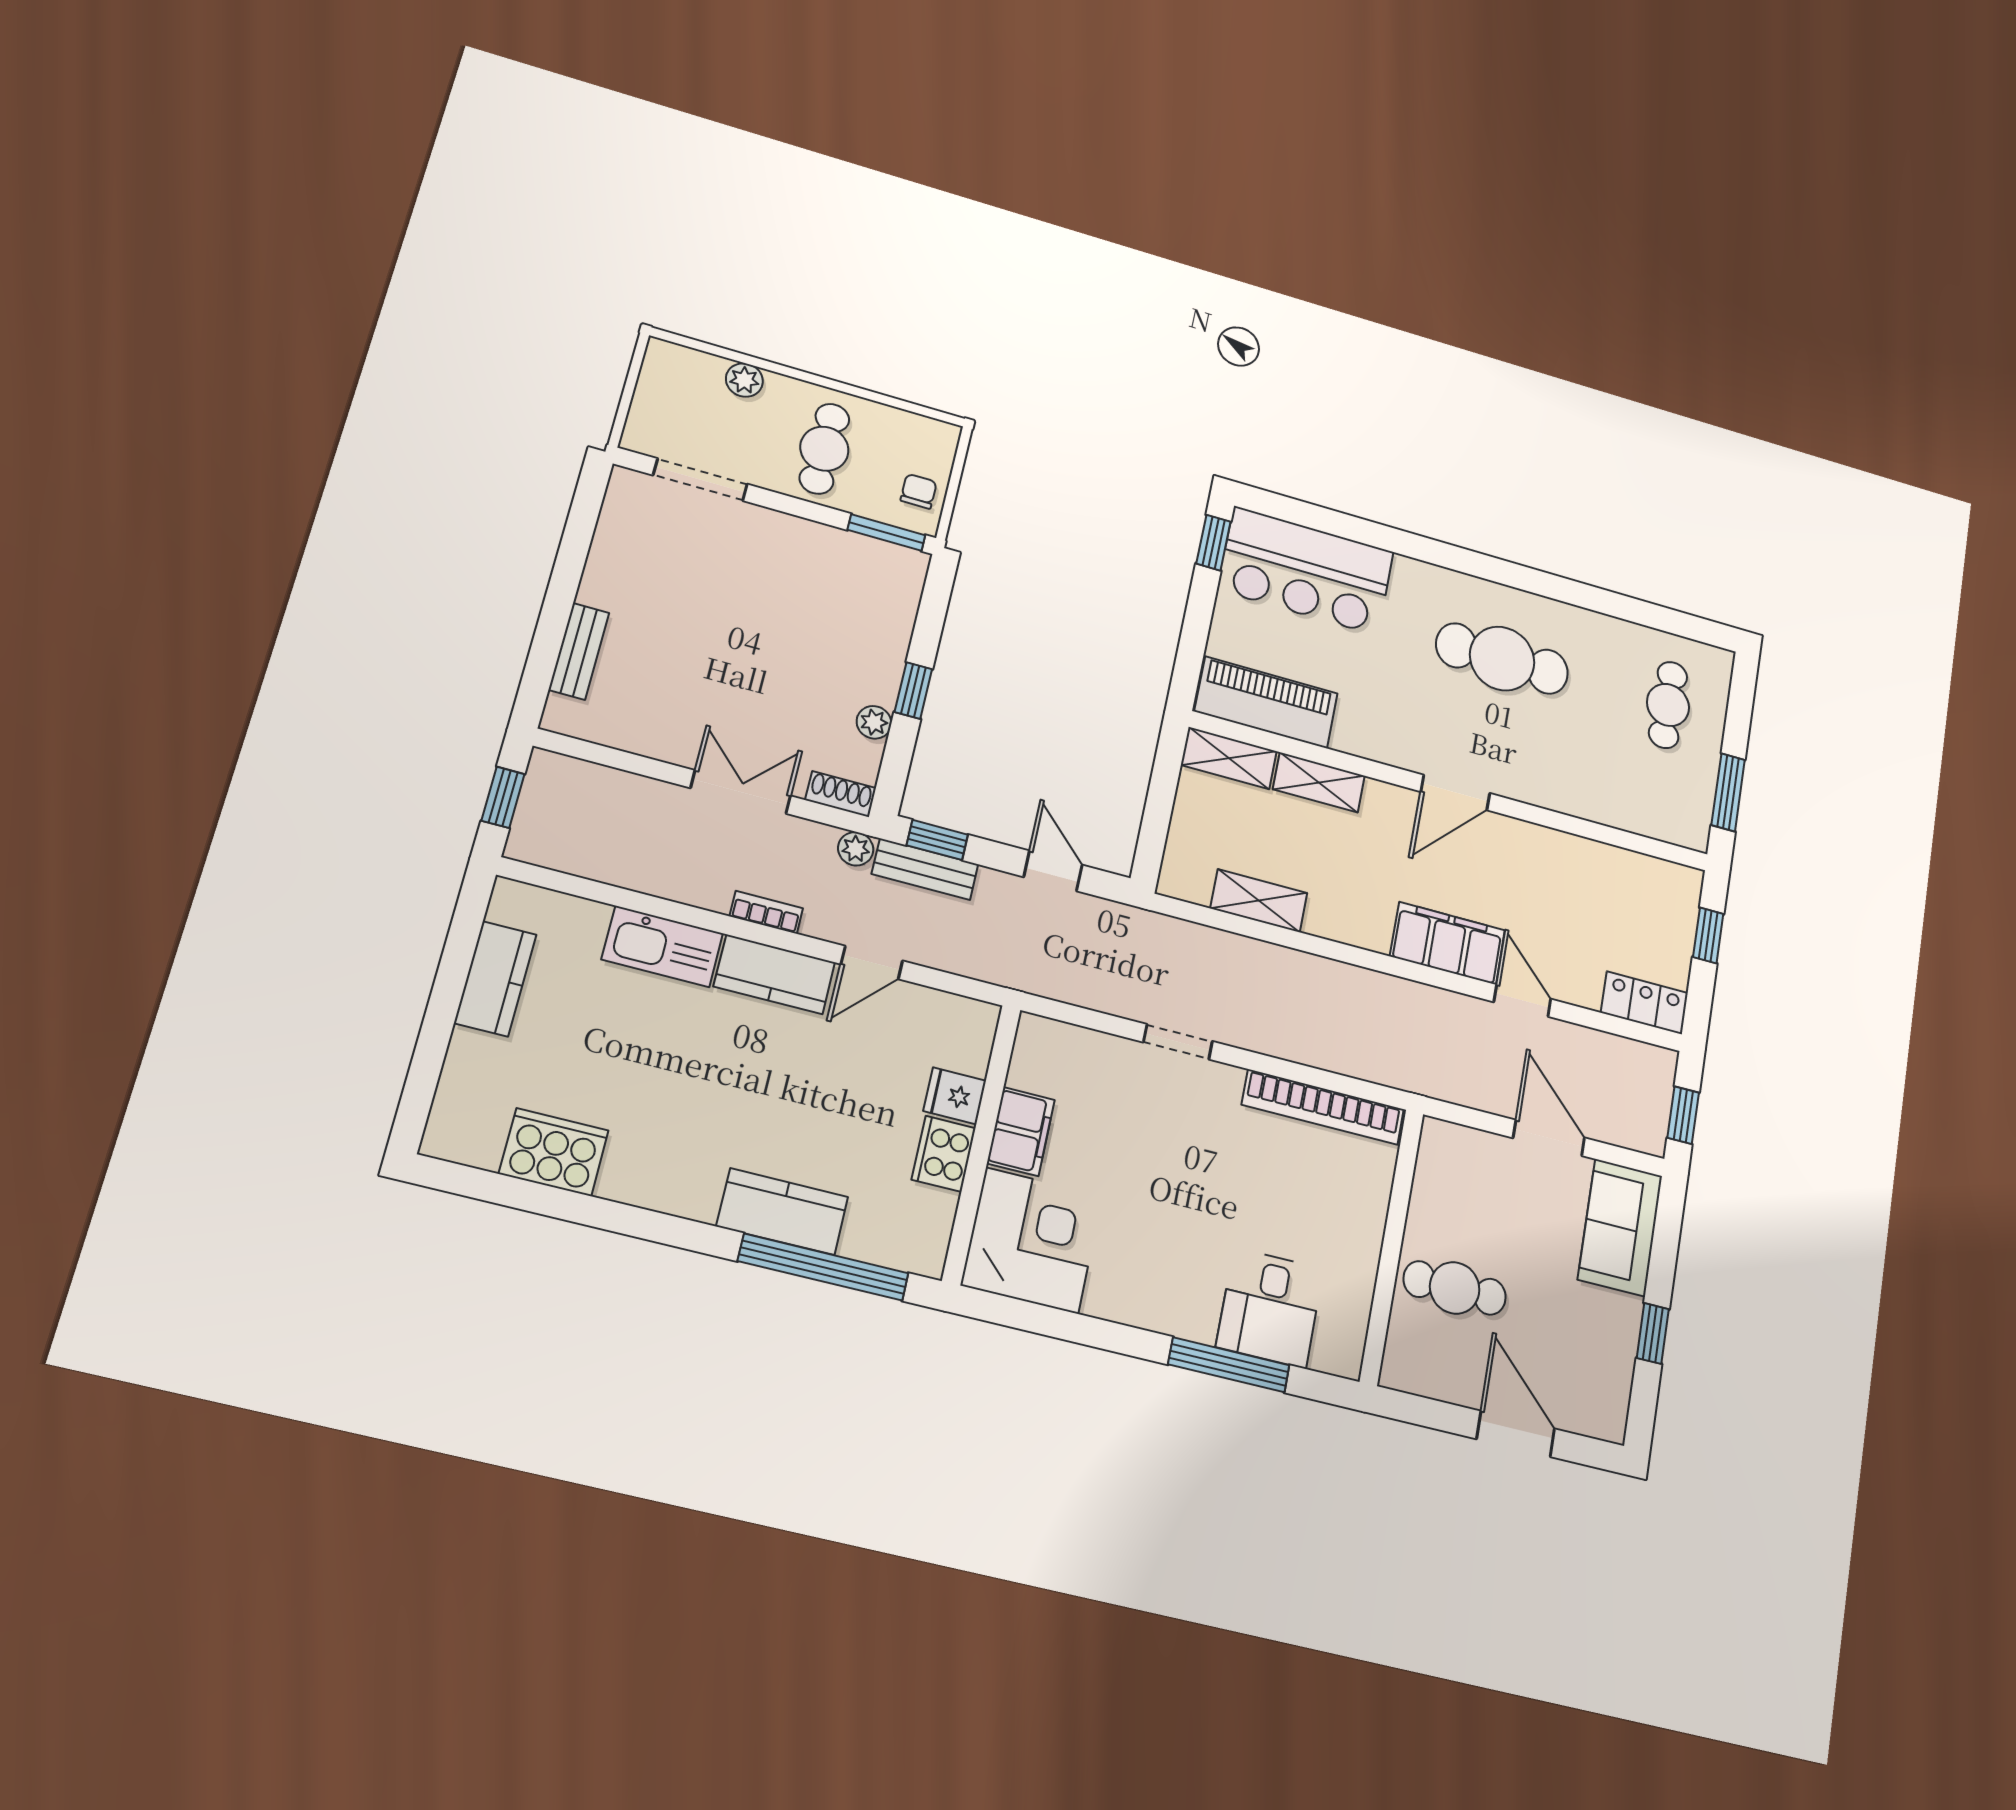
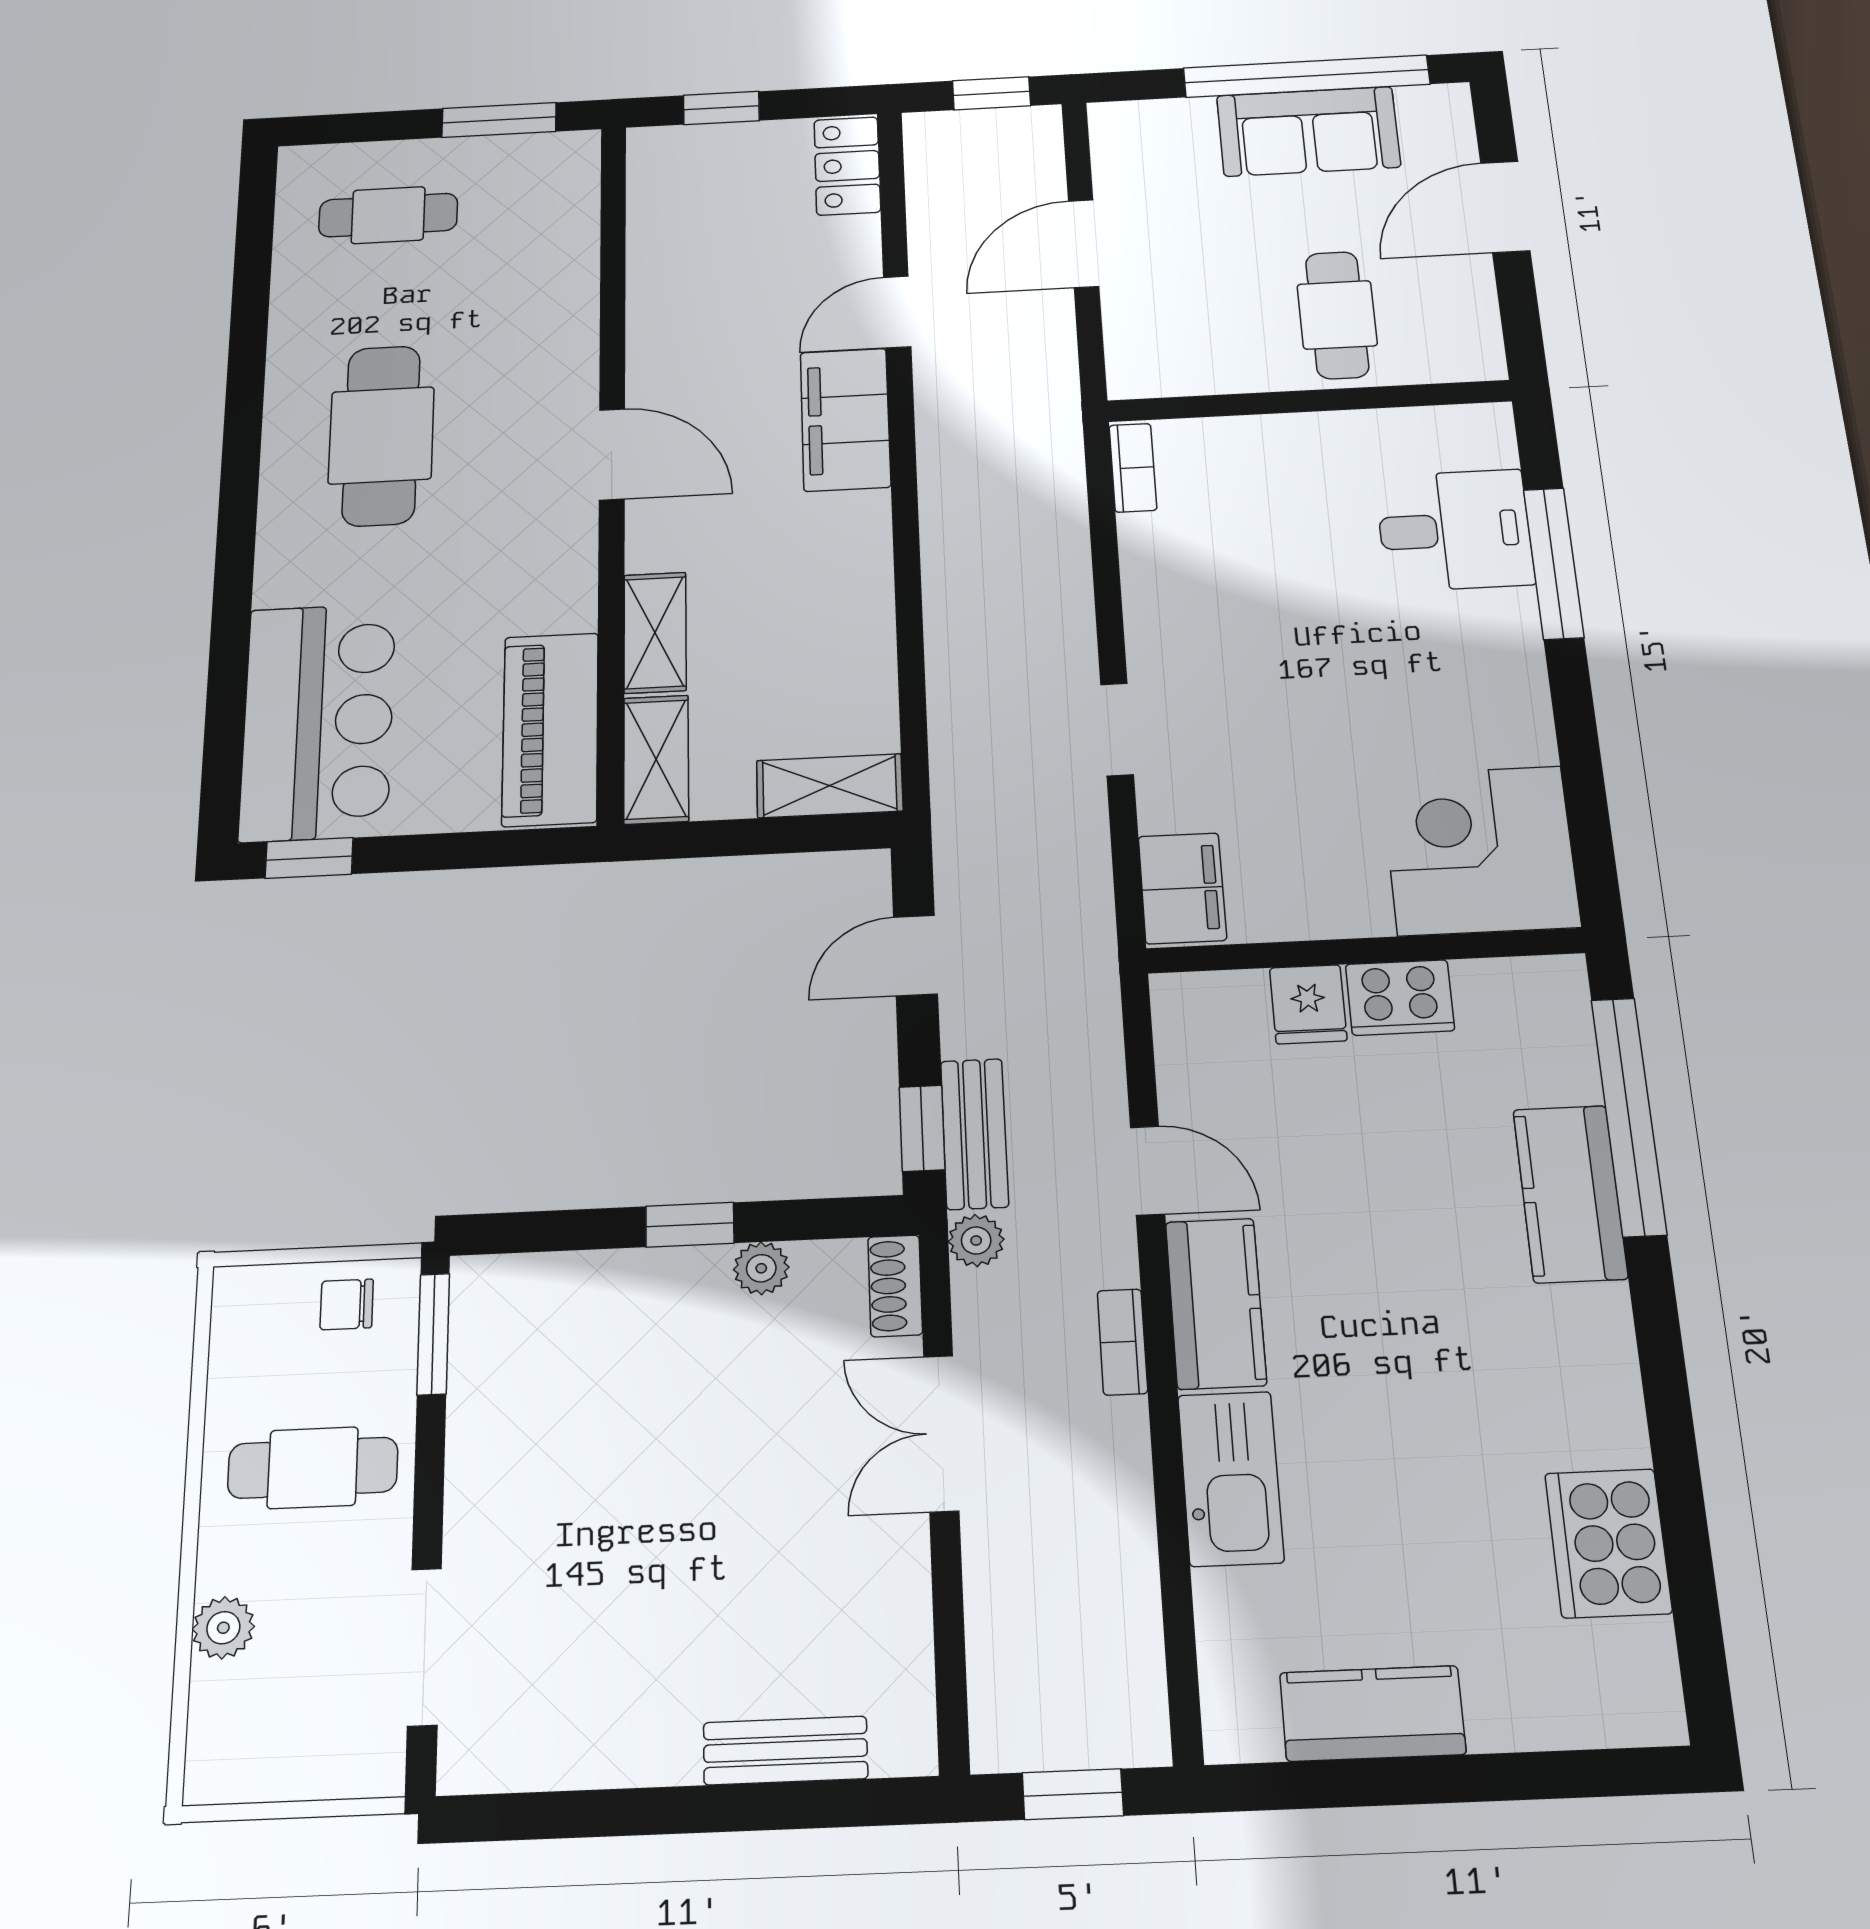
shelving: (1259, 901) -> (830, 786), moved, turned 90
bookcase: (1323, 1107) -> (1133, 468), width x0.43, depth x0.76
filing cabinet: (1021, 1131) -> (1182, 888), moved, turned 90
sofa: (1620, 1227) -> (1308, 131), moved
window: (1653, 1334) -> (1306, 76), width x3.17

